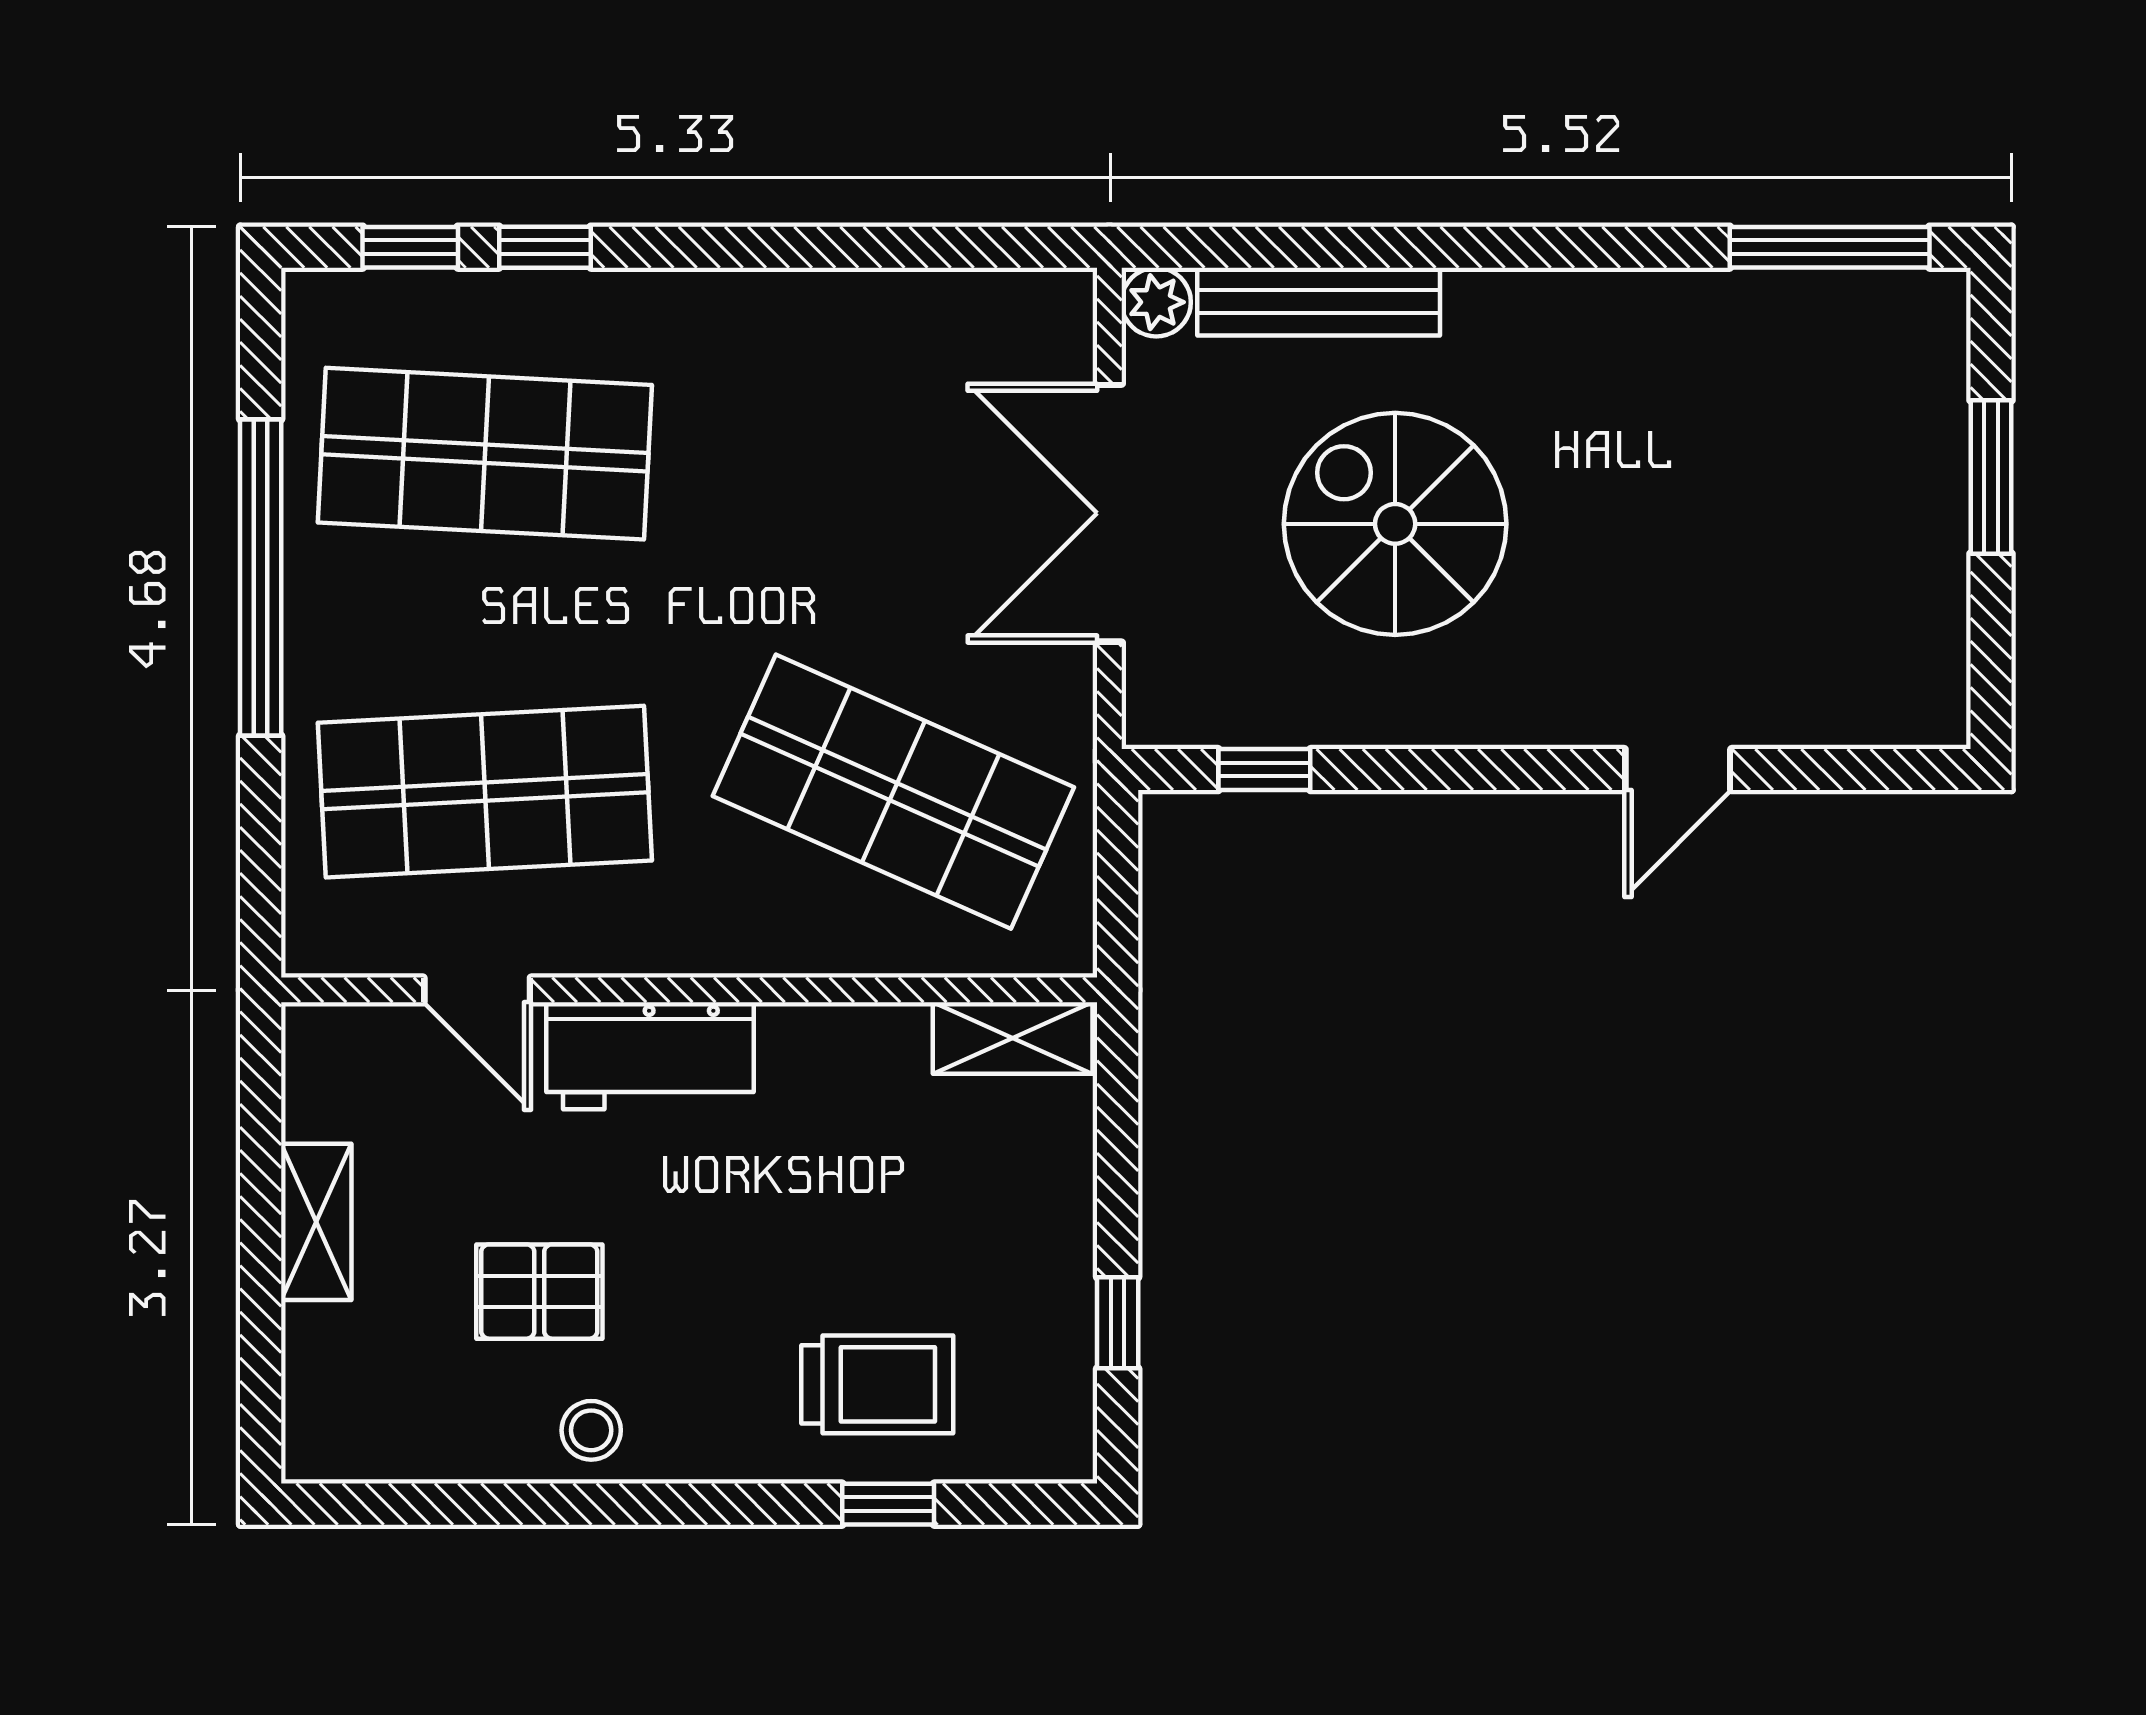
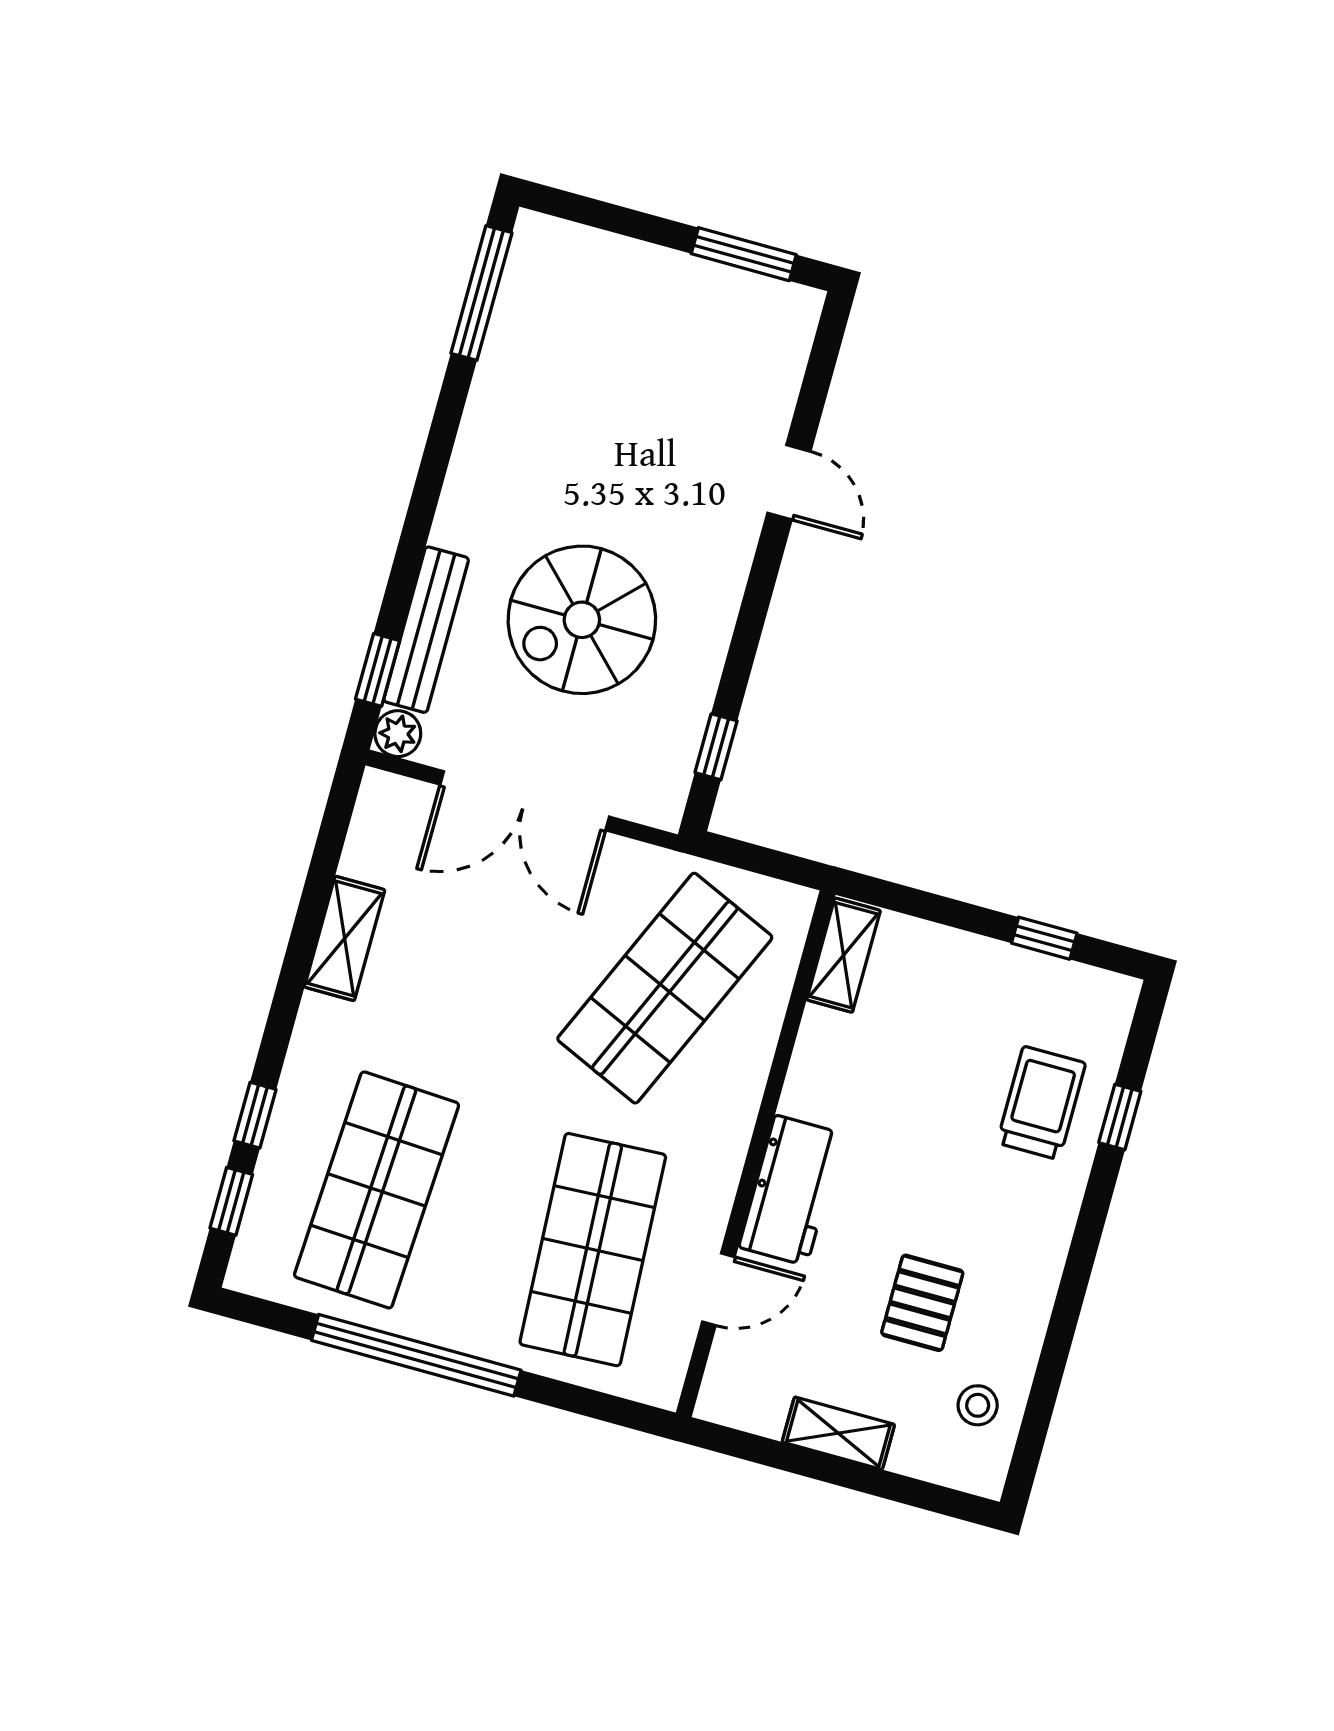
window: (1241, 247) -> (378, 670), added
shelving: (837, 307) -> (345, 938), added
window: (1991, 477) -> (744, 254), moved
stool: (591, 1430) -> (978, 1405), moved

